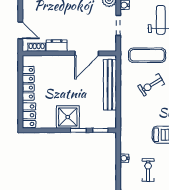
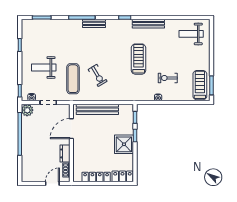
door: (87, 53) -> (71, 129), swing flipped

